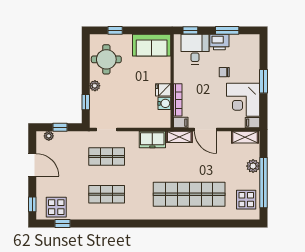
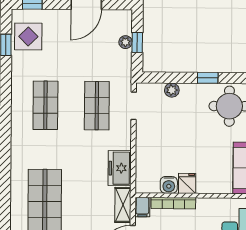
plant: (95, 86) -> (172, 90), moved
window: (86, 102) -> (208, 78), moved
plant: (49, 136) -> (125, 42), moved

